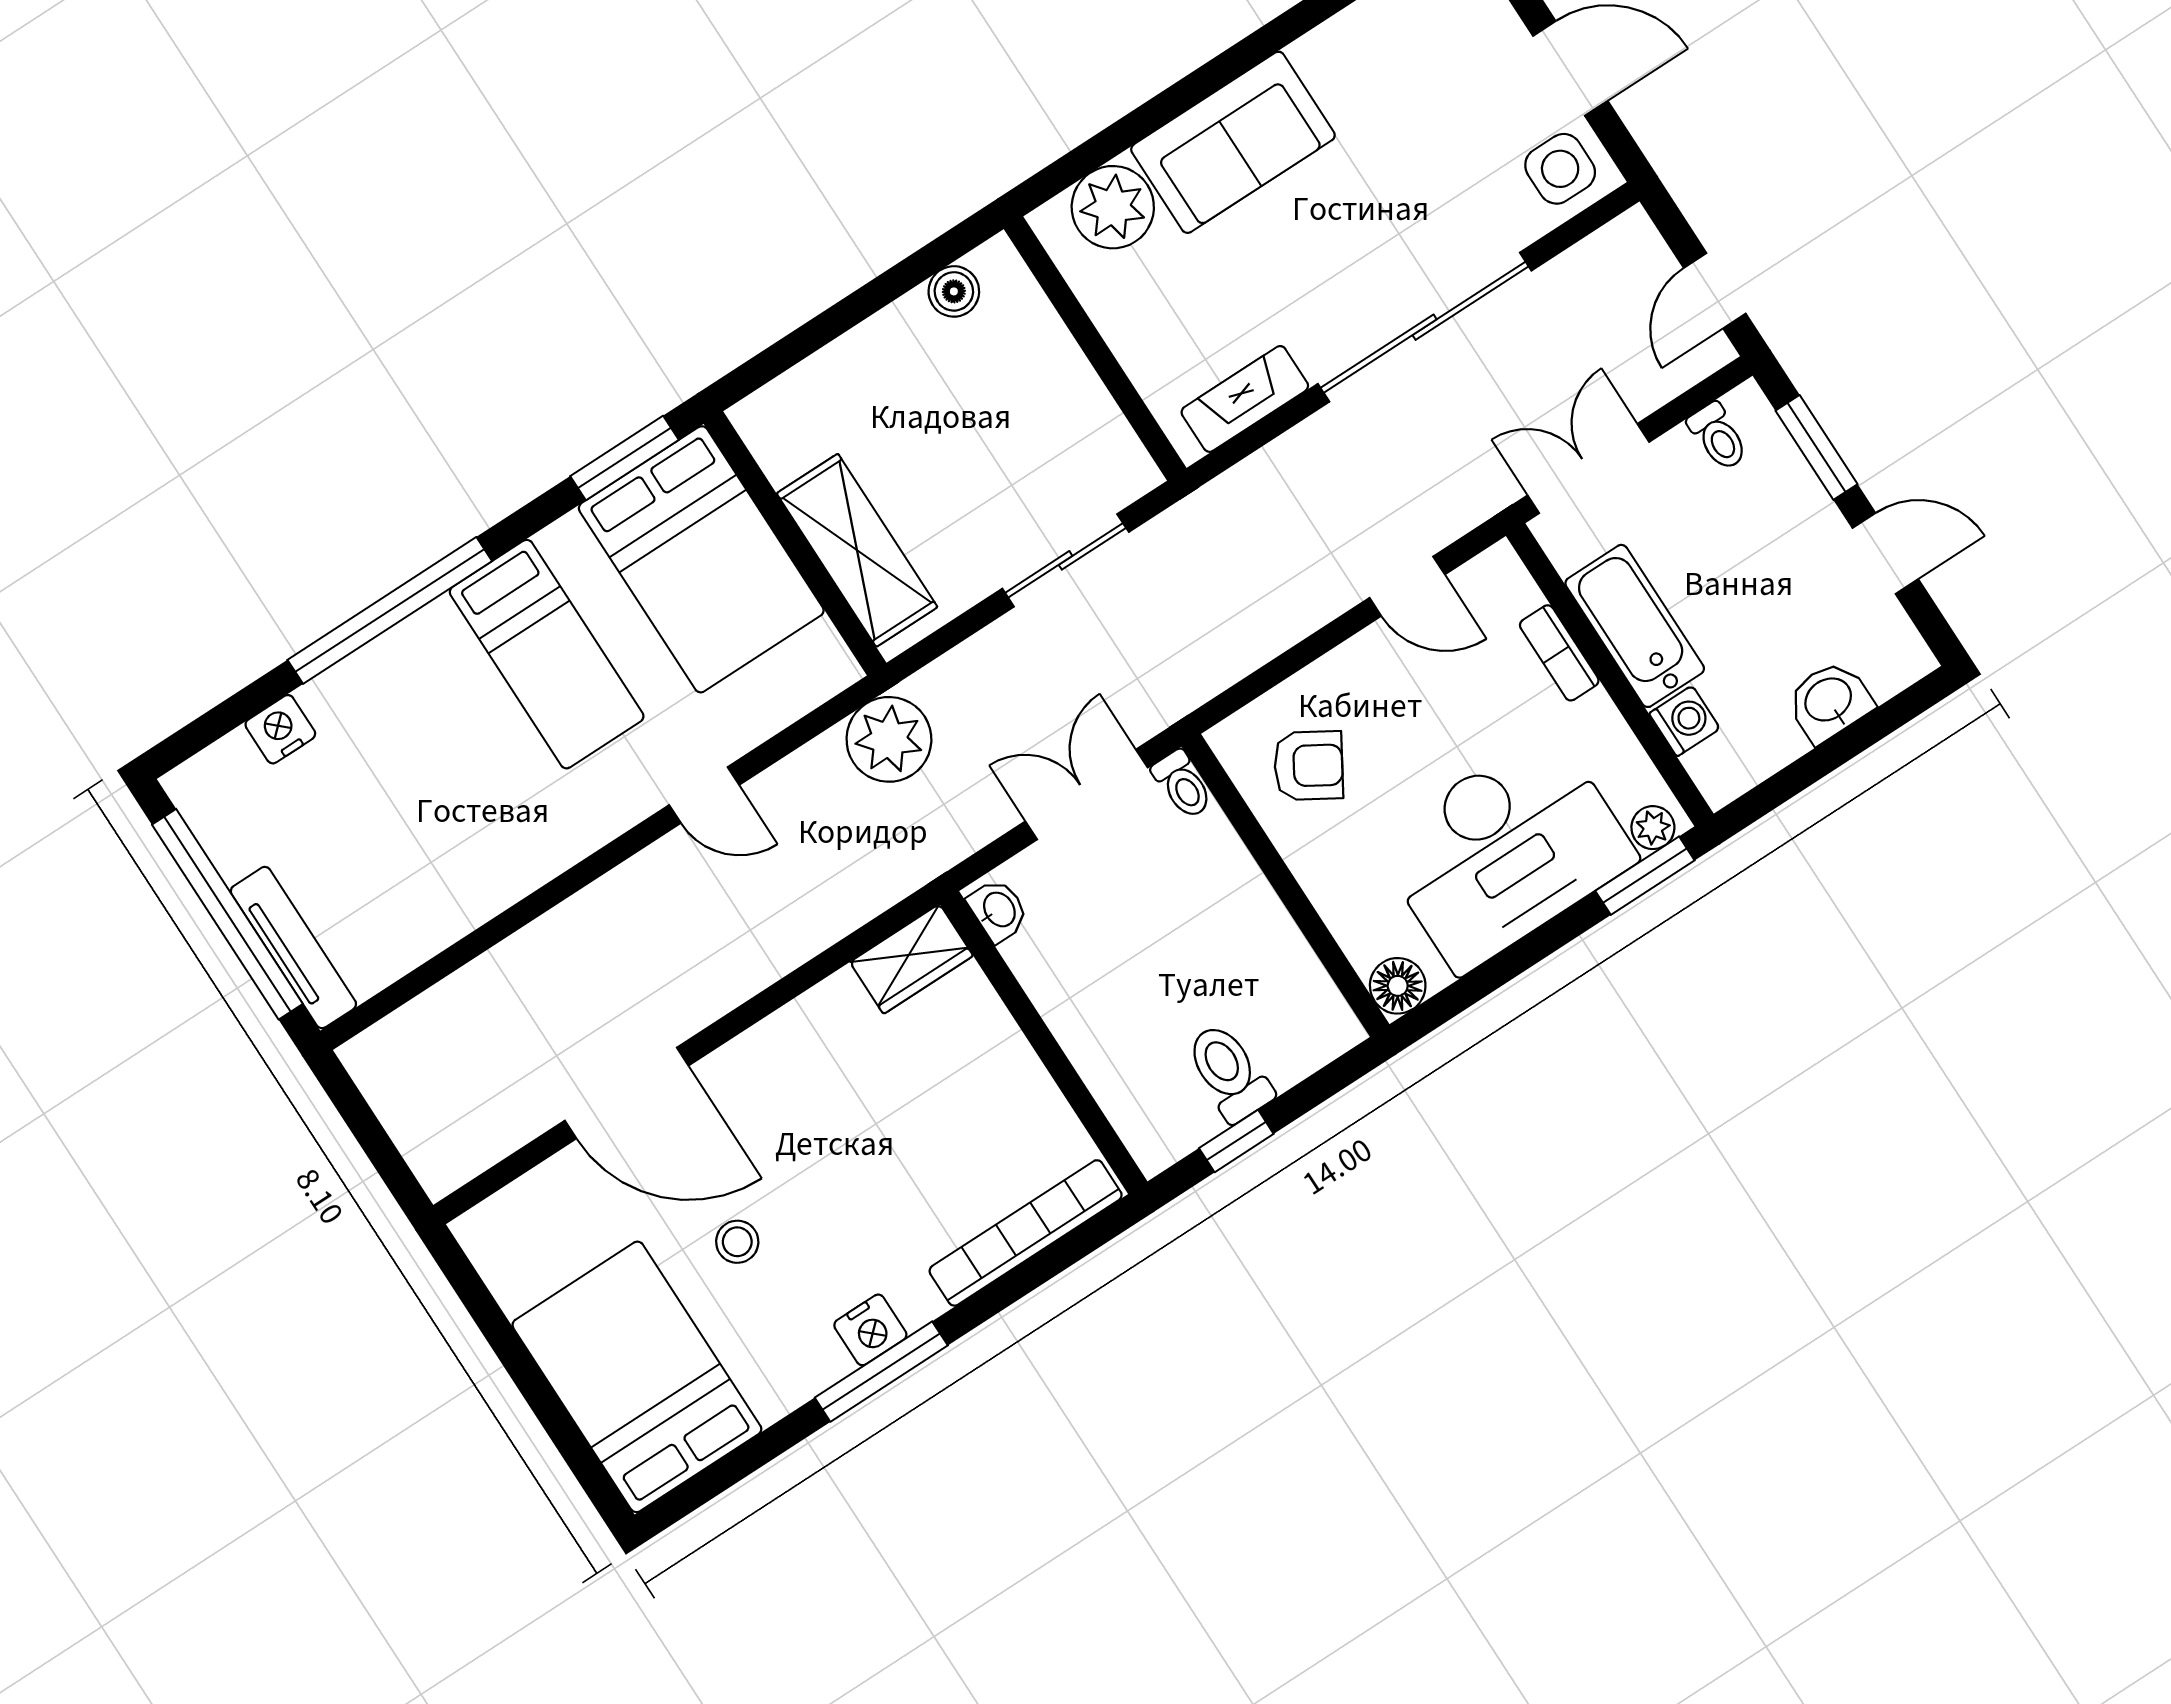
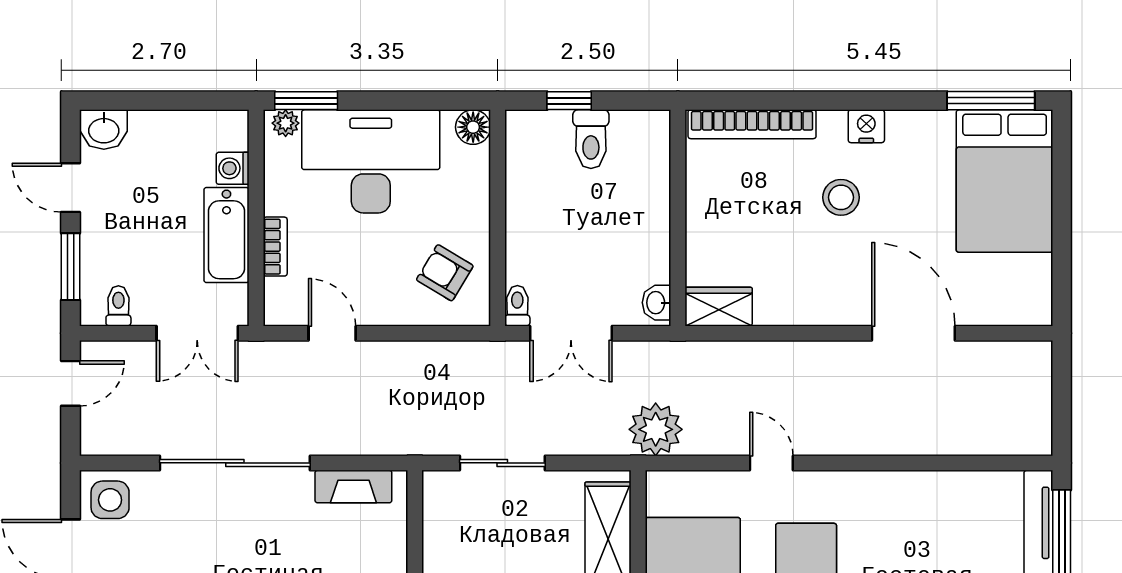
washbasin: (1829, 701) -> (104, 130), moved
window: (1236, 1141) -> (569, 101), moved
stool: (737, 1242) -> (841, 197), moved, width x1.37, depth x1.37
window: (881, 1372) -> (991, 101), moved

